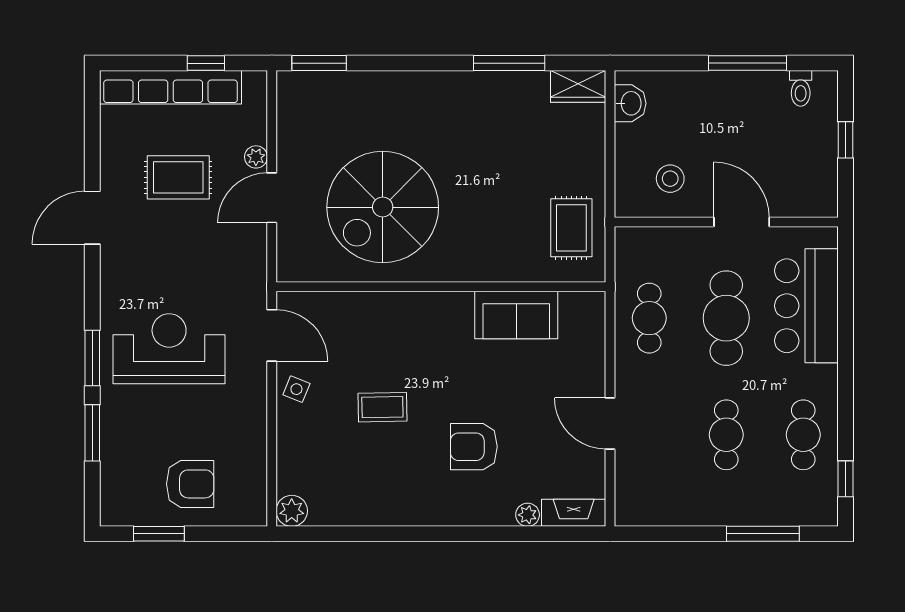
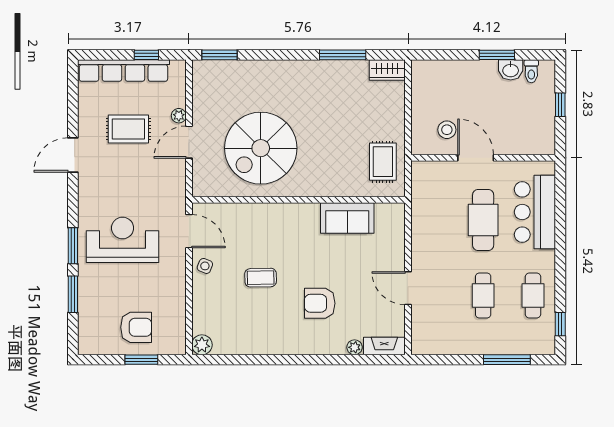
window: (748, 63) -> (497, 55), width x0.69
washbasin: (630, 103) -> (511, 70), moved, turned 90
door: (742, 222) -> (476, 158), moved
cafe table: (649, 318) -> (433, 220), removed
window: (159, 534) -> (141, 360), moved

